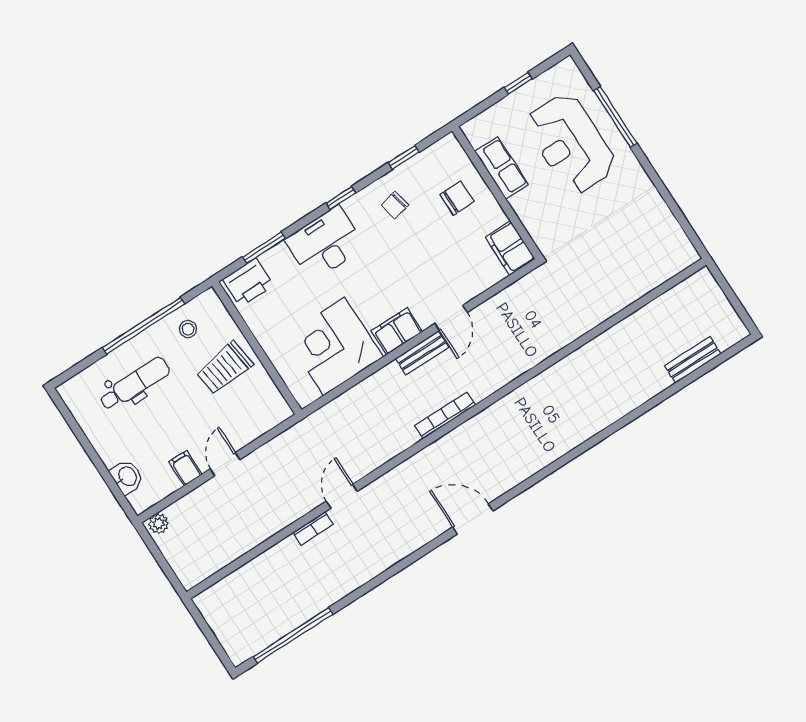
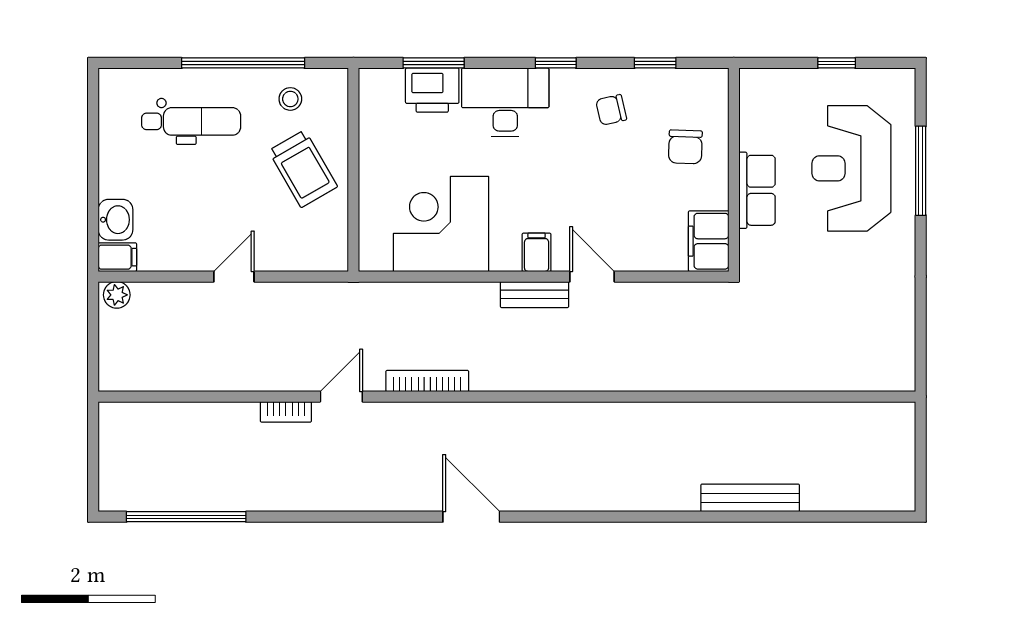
row of seats: (502, 168) -> (757, 190), moved
chair: (457, 198) -> (685, 147), turned 92
printer: (248, 282) -> (432, 90), moved
door: (451, 318) -> (592, 277), swing flipped
filing cabinet: (397, 331) -> (537, 252), width x0.50
bench: (693, 360) -> (750, 498), moved, width x1.36
trolley: (224, 368) -> (303, 169), turned -113
bookcase: (445, 415) -> (427, 381), moved
filing cabinet: (186, 468) -> (117, 257), moved, turned 90

